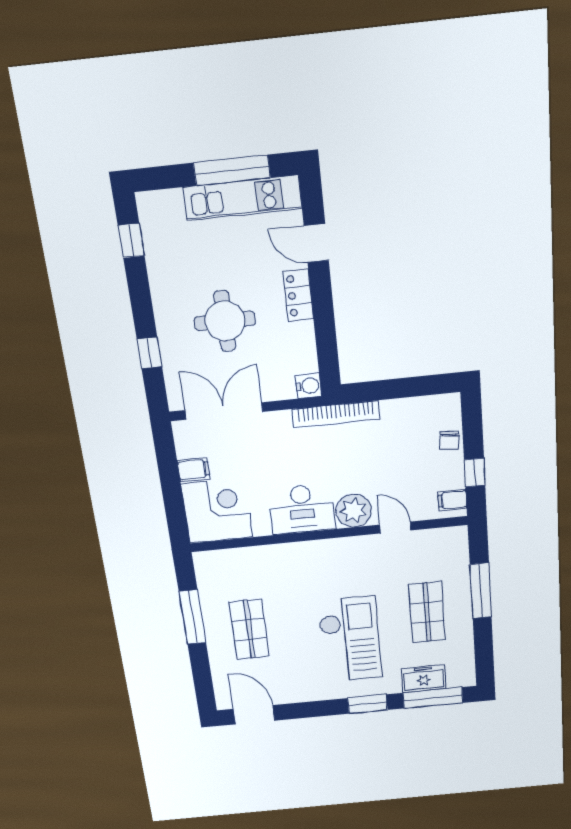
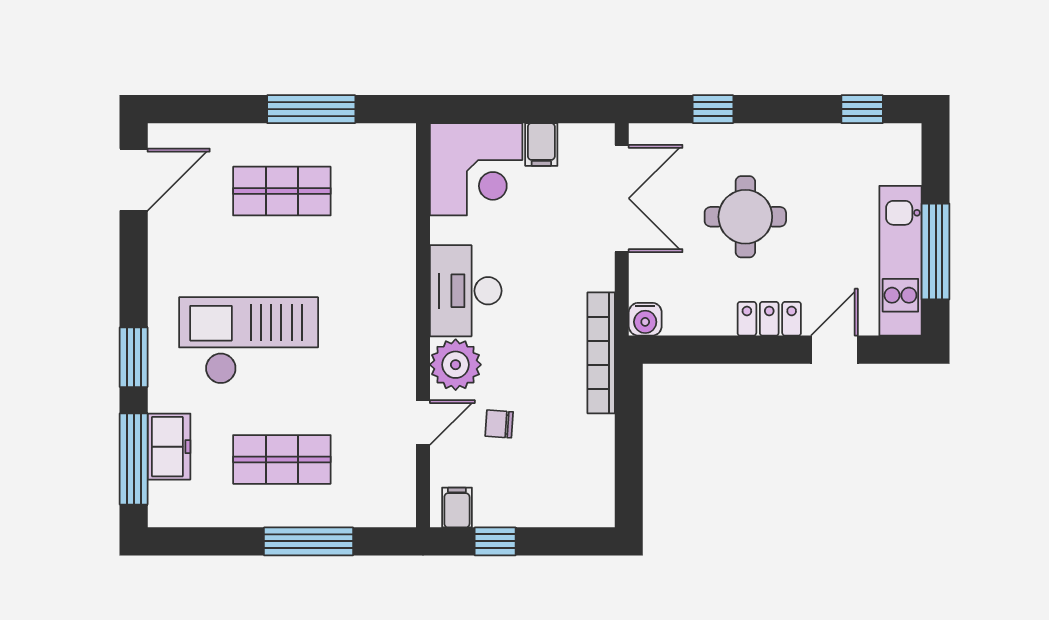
chair: (449, 440) -> (499, 424), moved
checkout: (350, 639) -> (249, 341), turned 180

